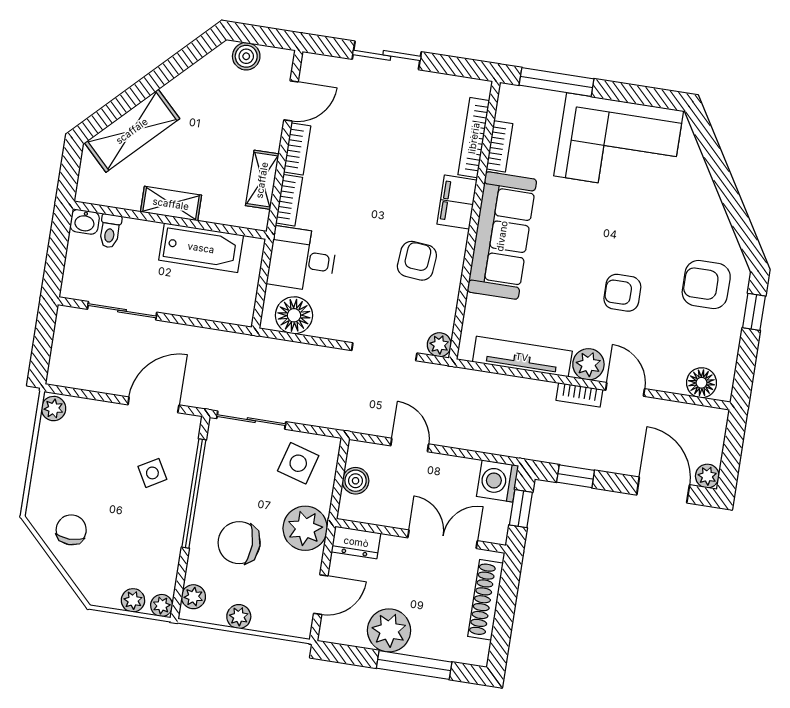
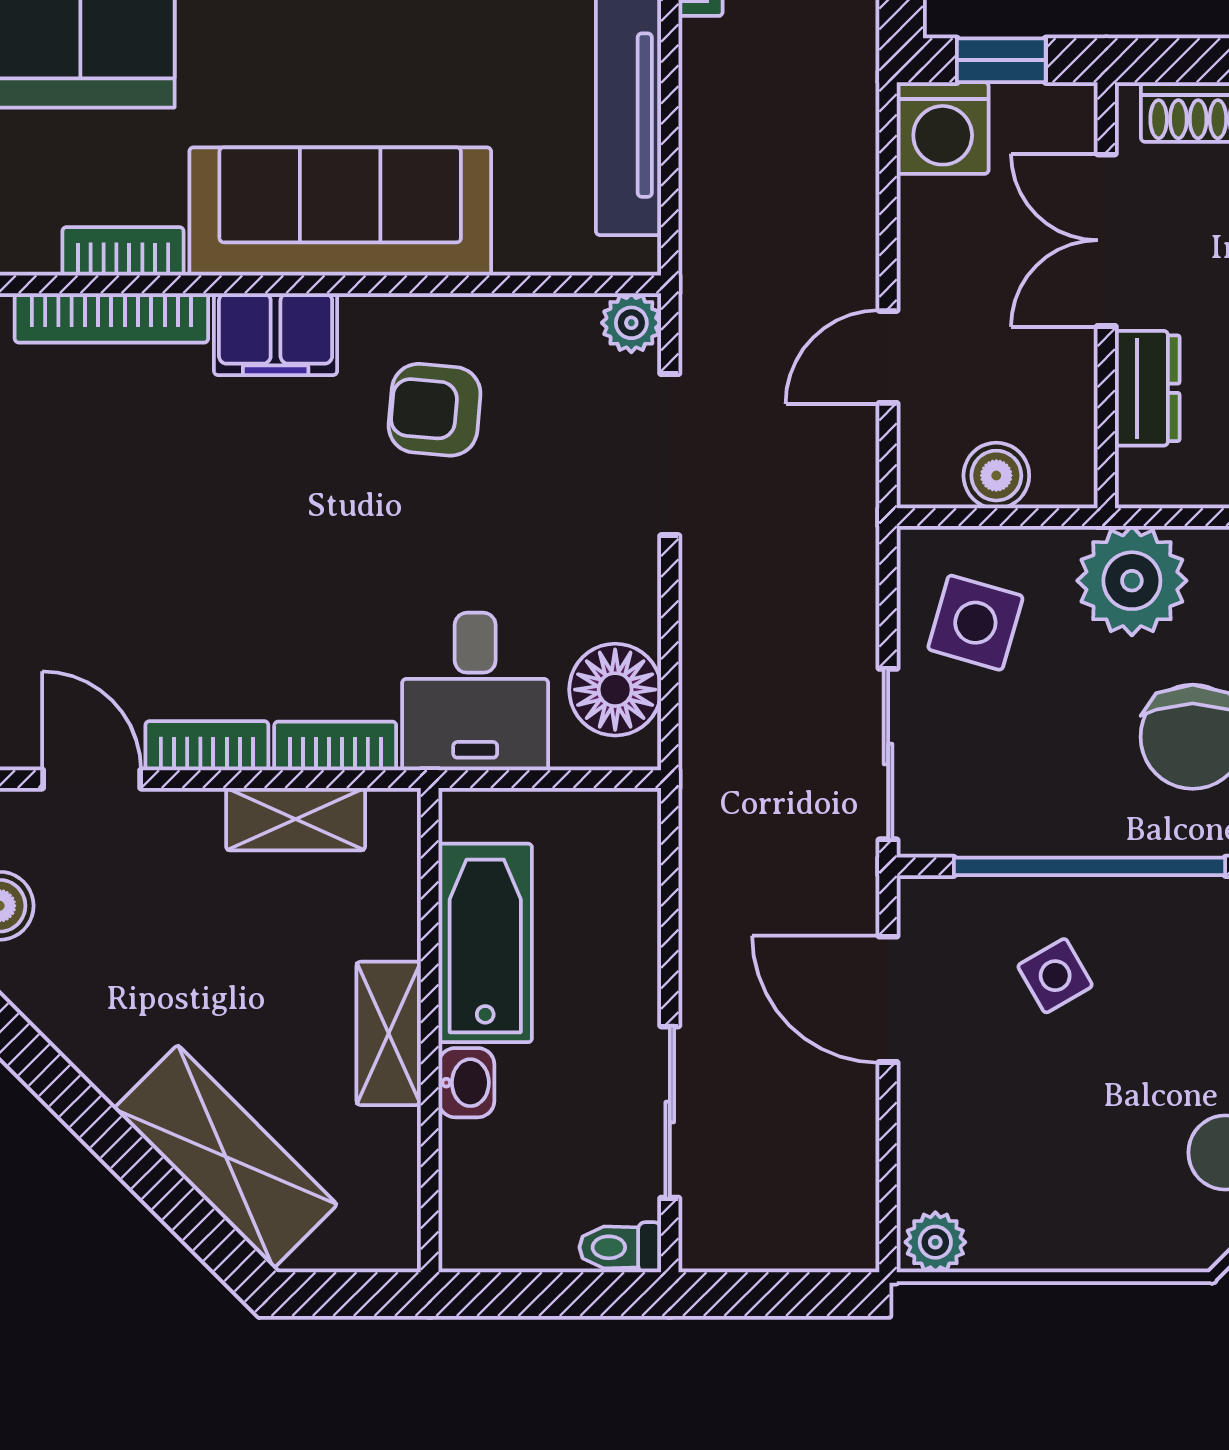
washbasin: (85, 222) -> (466, 1083), moved
toilet: (110, 231) -> (620, 1247), moved, turned 180
dresser: (356, 542) -> (1147, 388), moved

